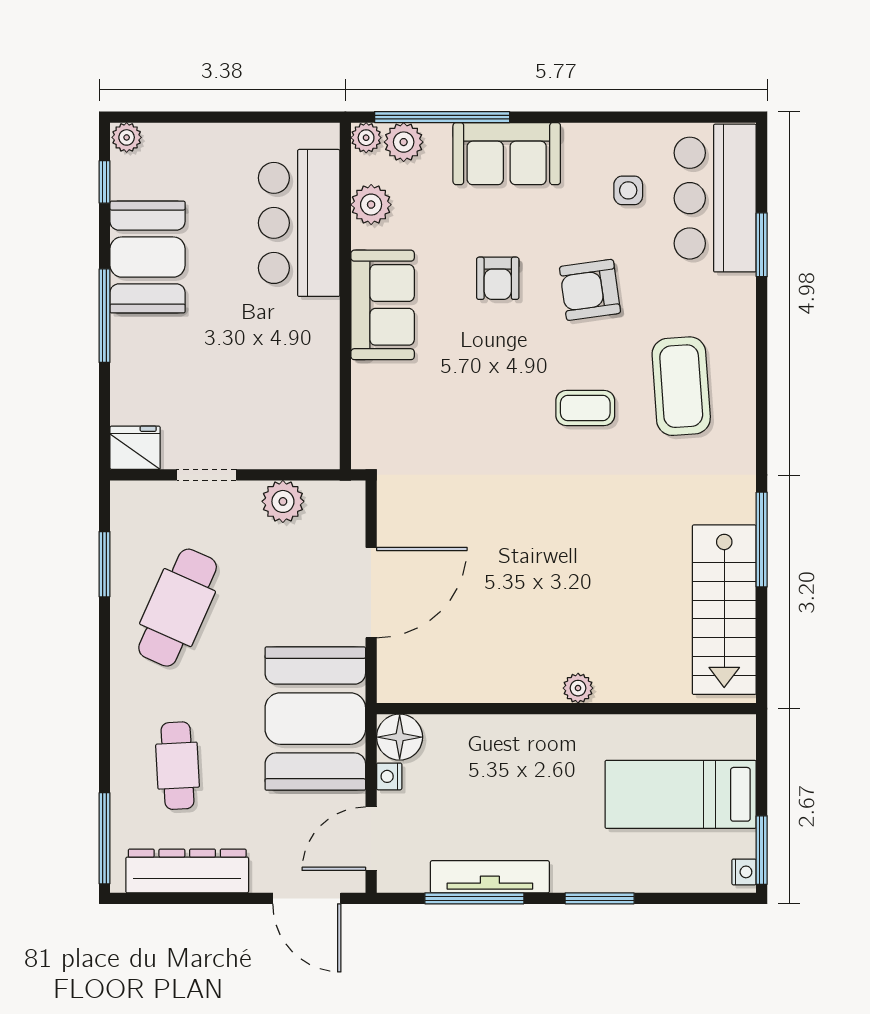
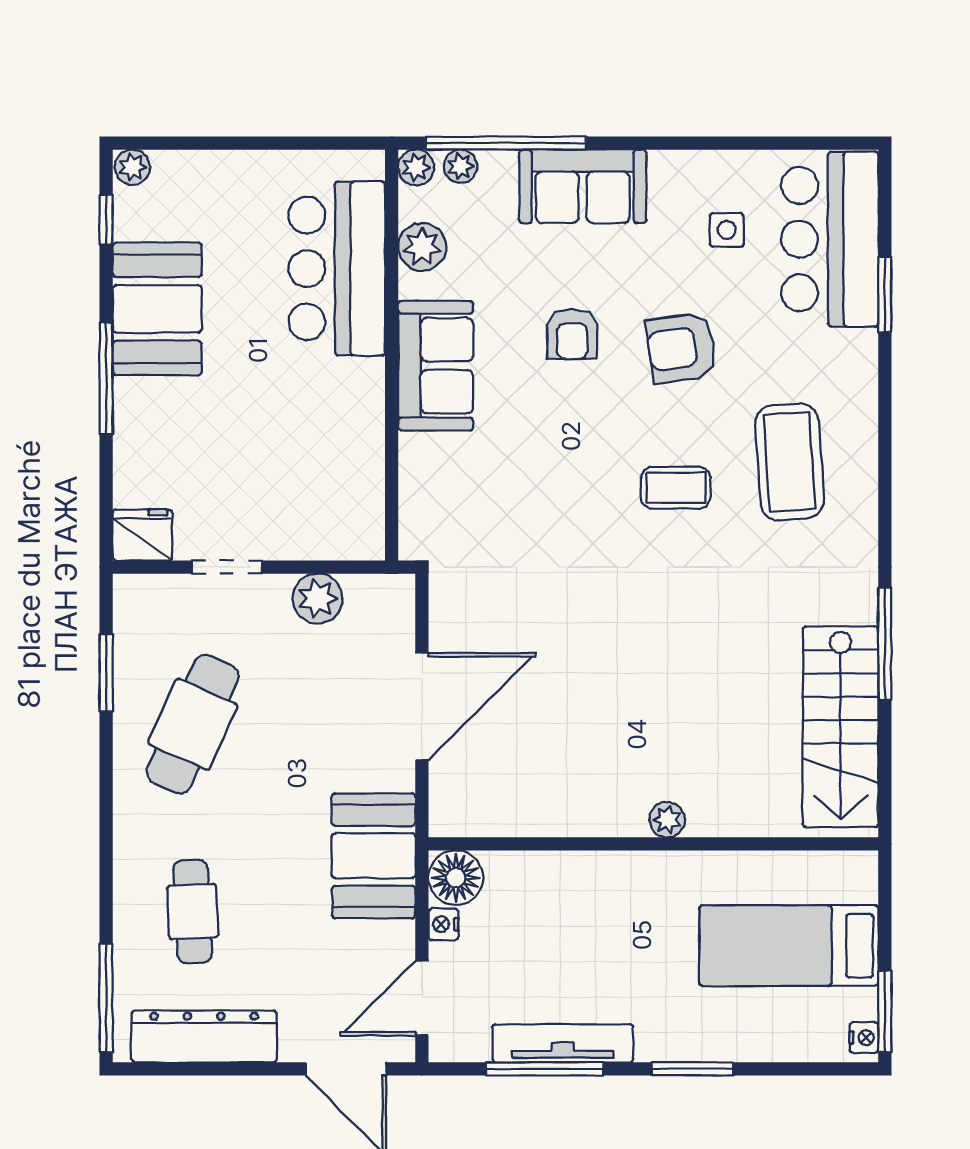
plant: (404, 142) -> (461, 166), width x0.73, depth x0.73
booth: (315, 719) -> (374, 856), width x0.73, depth x0.70

